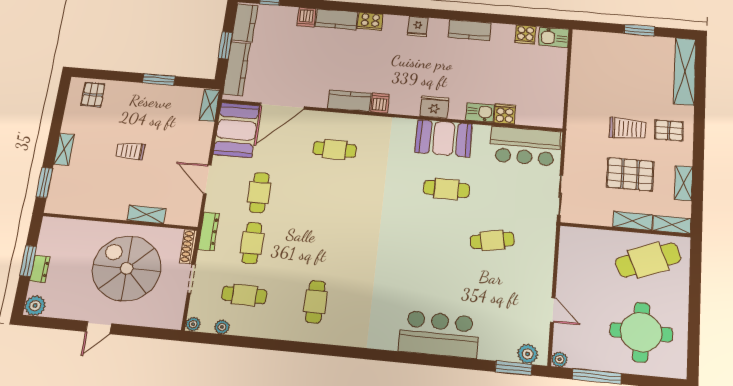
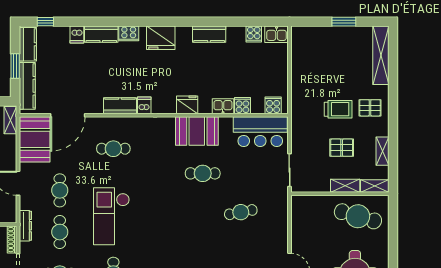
fridge: (418, 27) -> (161, 38), width x1.88, depth x1.34
cooker: (544, 117) -> (273, 105), added
pallet: (630, 174) -> (342, 148), width x0.67, depth x0.71
checkout: (322, 230) -> (111, 216), added
cafe table: (648, 260) -> (358, 216), turned 38

